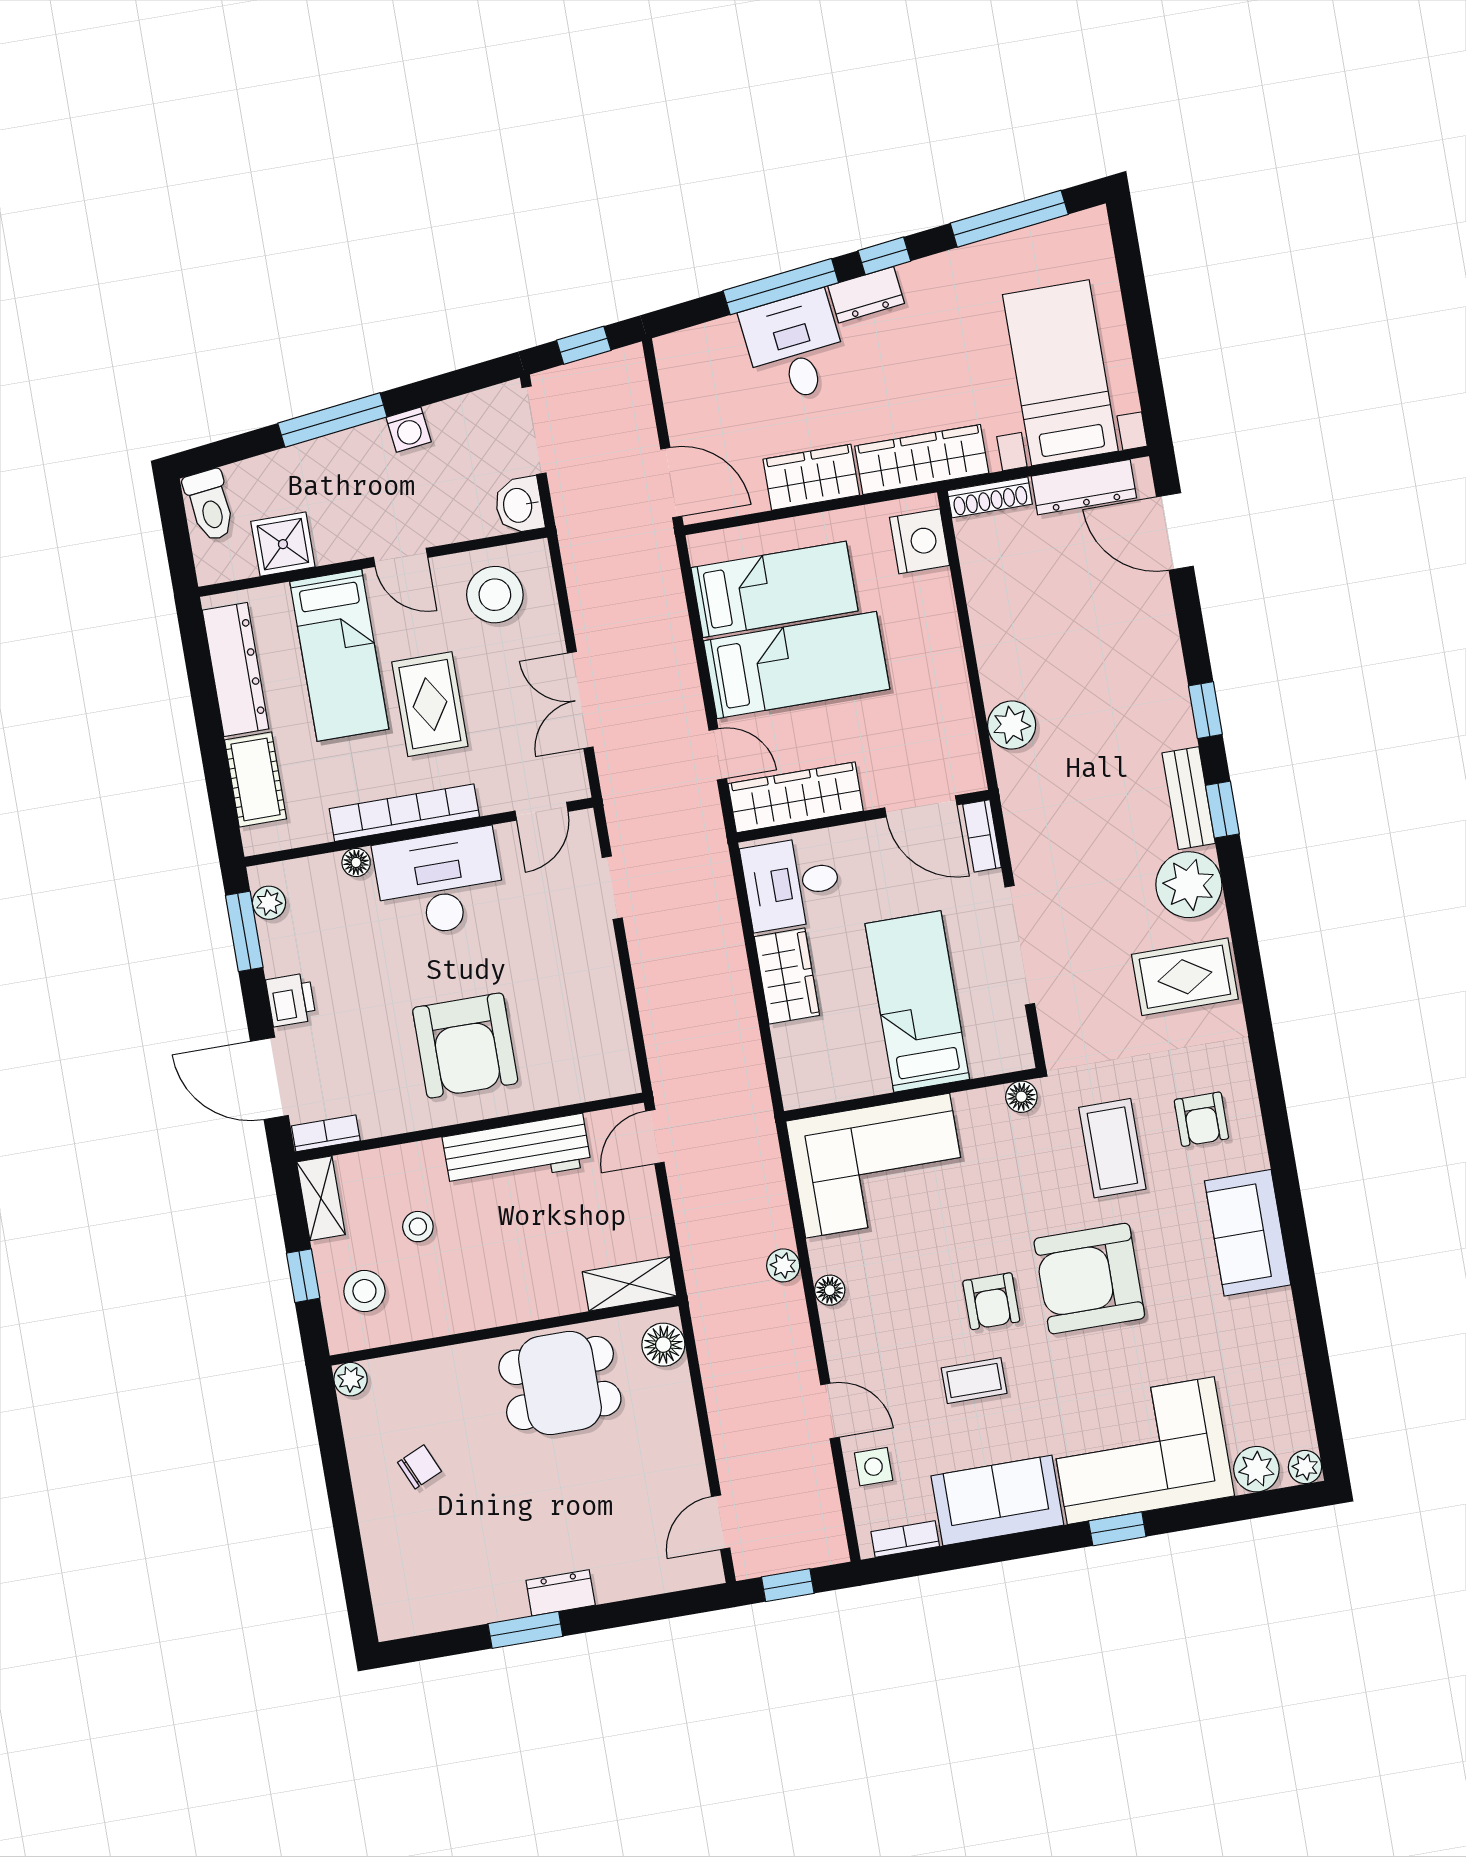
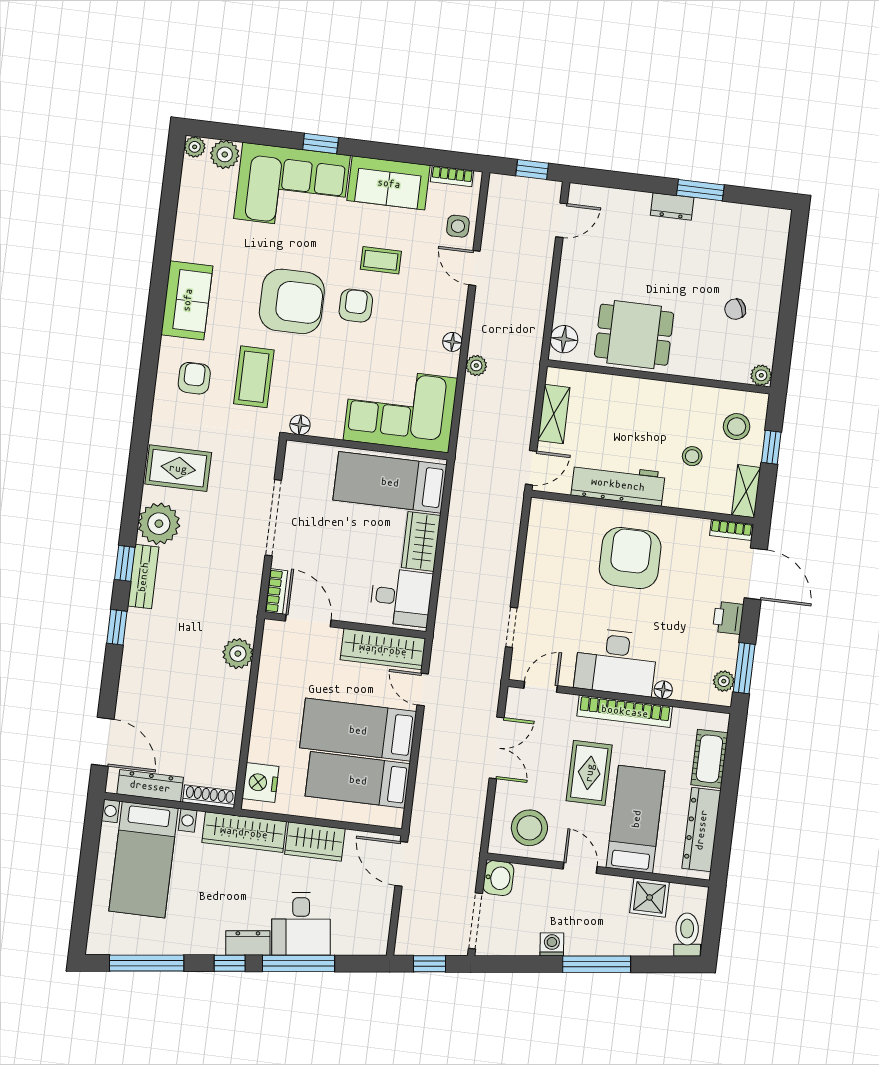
bed: (917, 1002) -> (390, 482), moved, turned 90
shelving: (630, 1284) -> (554, 414), moved, turned 90

